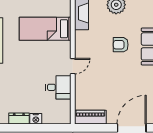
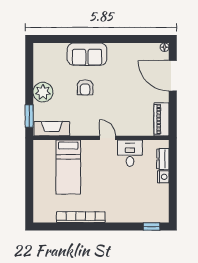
dresser: (19, 118) -> (163, 159), moved

